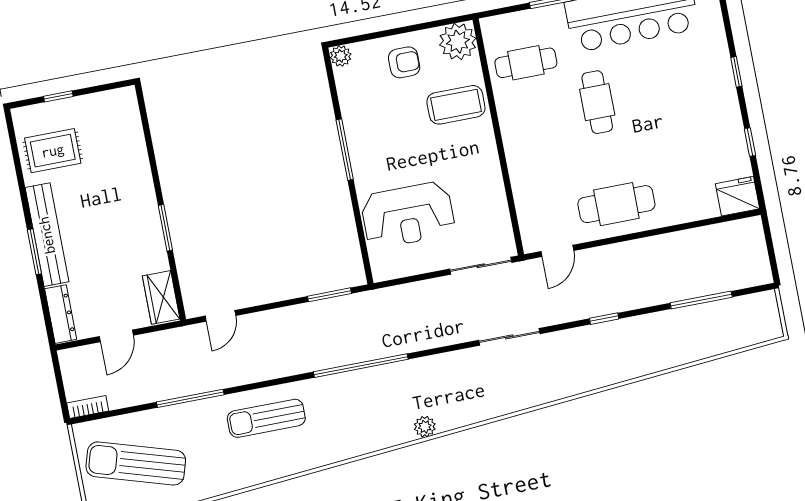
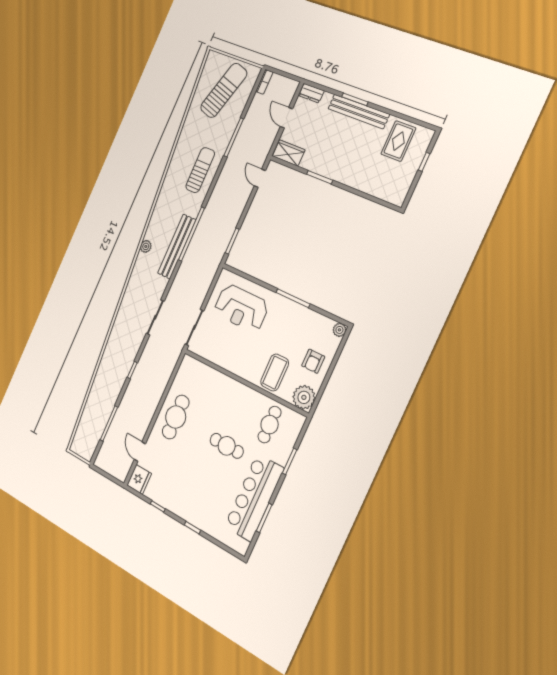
reception desk: (408, 215) -> (241, 308), turned -90
door: (557, 251) -> (140, 452), moved
dresser: (61, 314) -> (311, 93), width x0.70
bench: (393, 376) -> (177, 247), added

